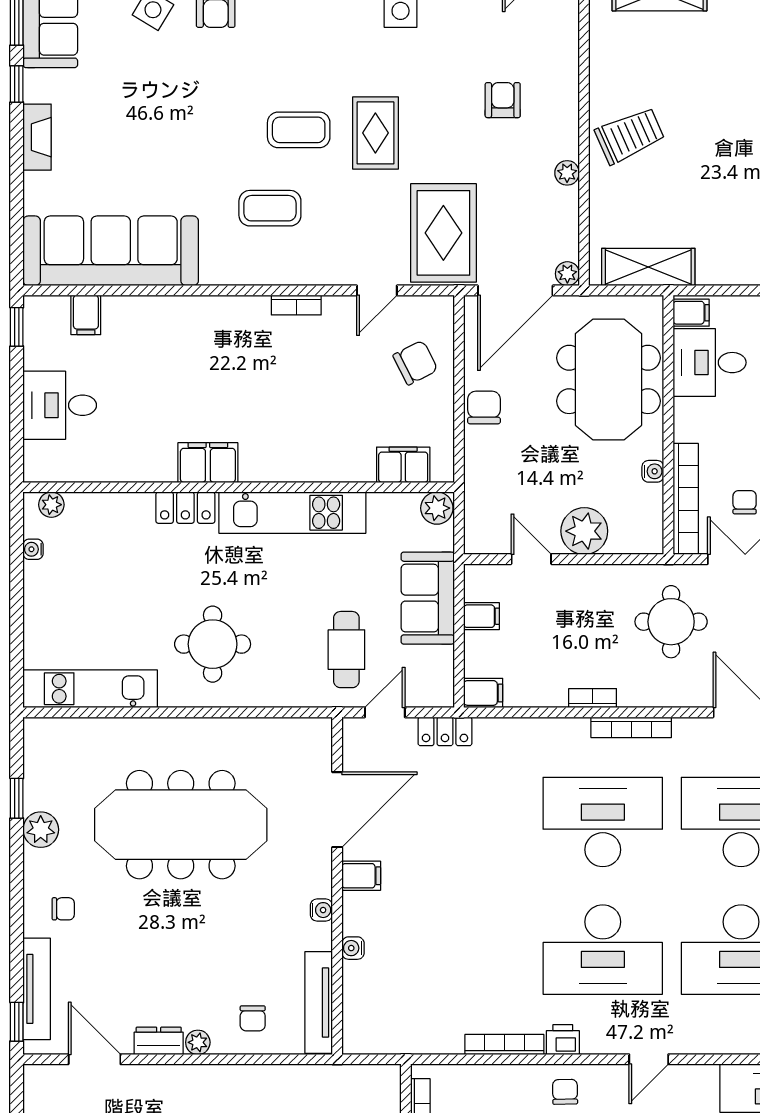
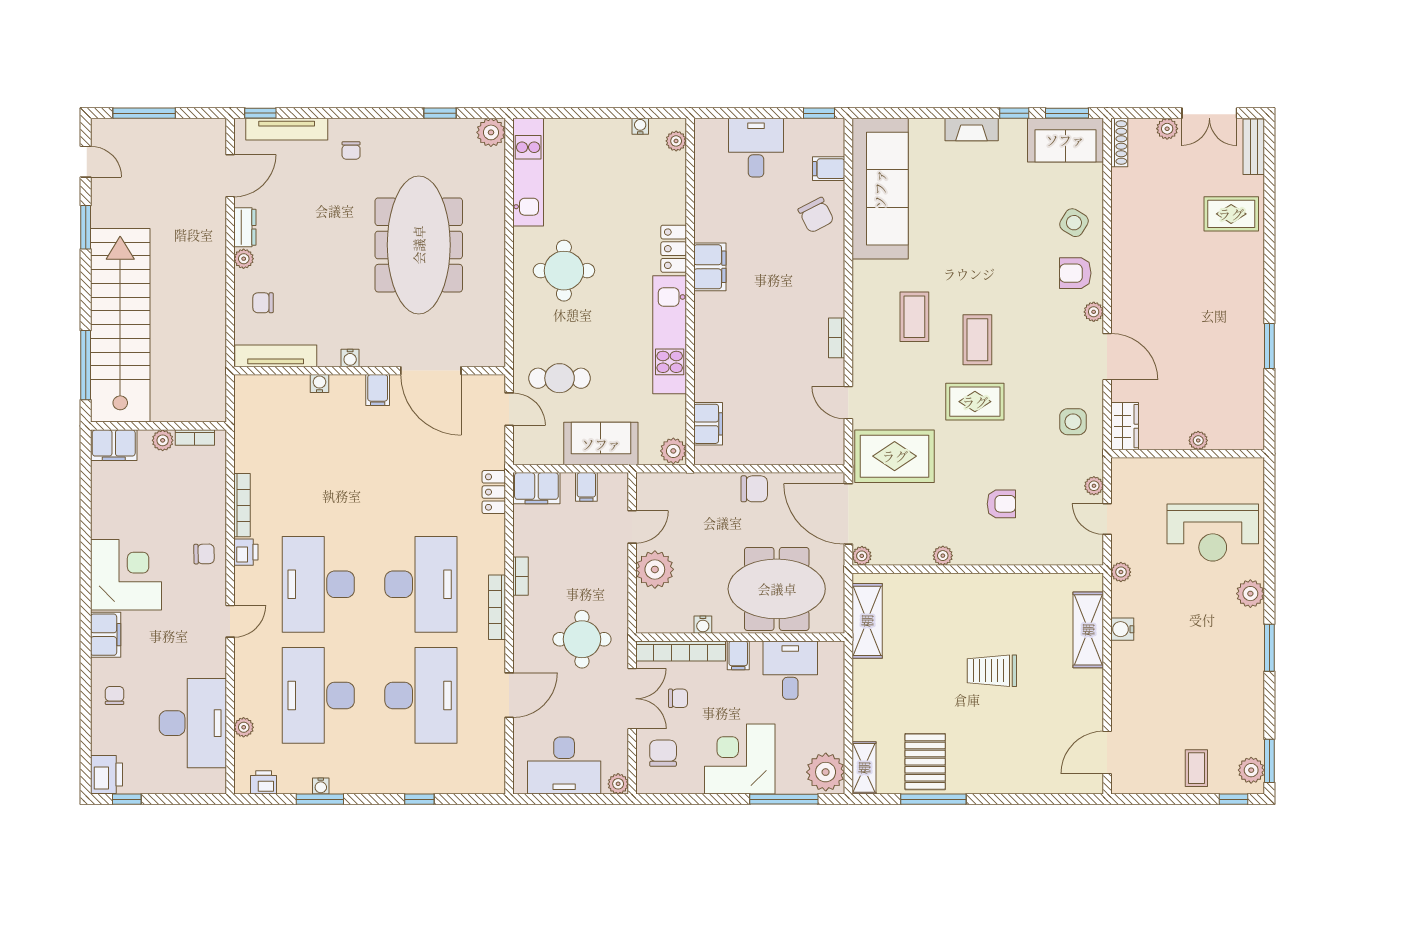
trolley: (630, 136) -> (992, 671), moved, turned 114
filing cabinet: (691, 313) -> (738, 655), moved
chair: (415, 363) -> (816, 215), moved
filing cabinet: (483, 693) -> (536, 488), width x2.00
locker: (445, 731) -> (494, 492), moved
plant: (41, 830) -> (491, 132), moved
door: (649, 1059) -> (230, 621), swing flipped

